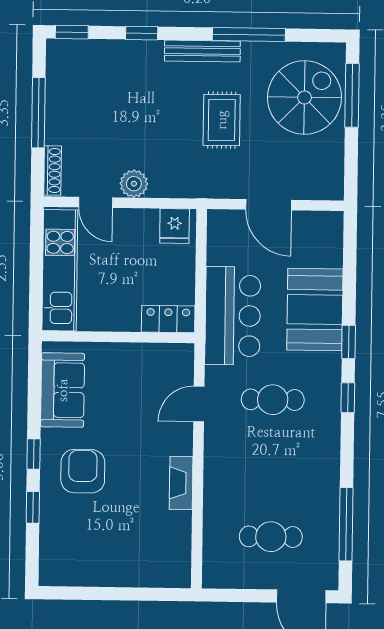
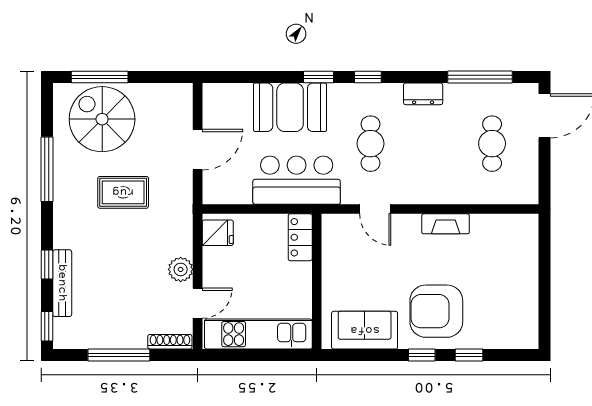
bench: (202, 51) -> (62, 283), moved
dresser: (328, 460) -> (423, 94), added
armchair: (83, 471) -> (436, 311), width x1.36, depth x1.36

